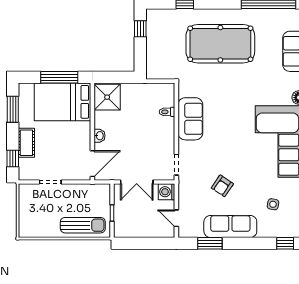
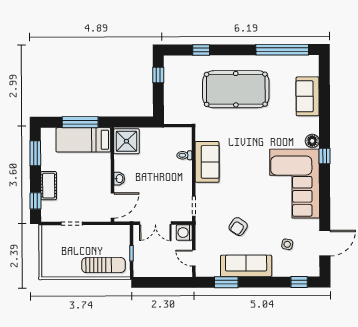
bed: (62, 102) -> (83, 140), width x0.67

